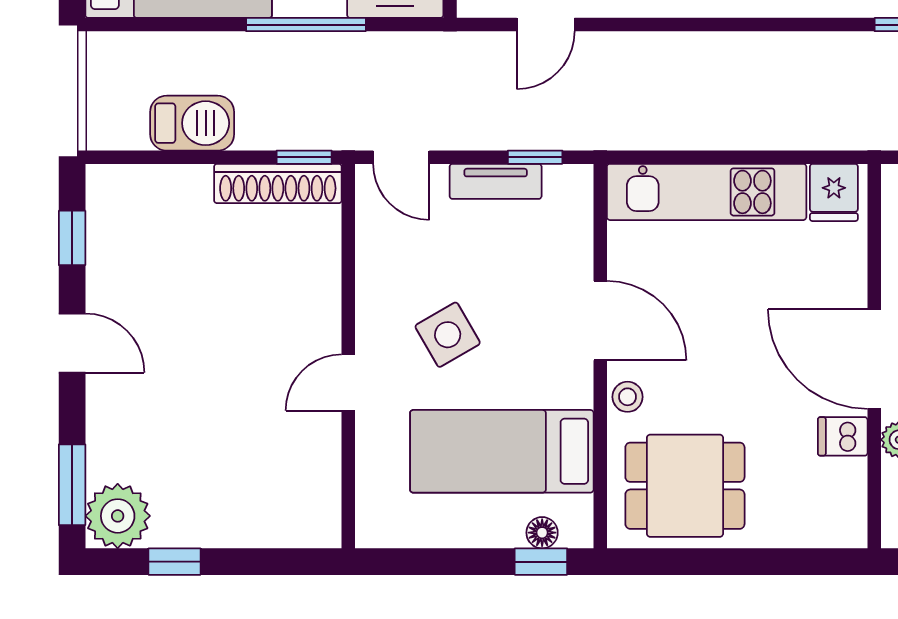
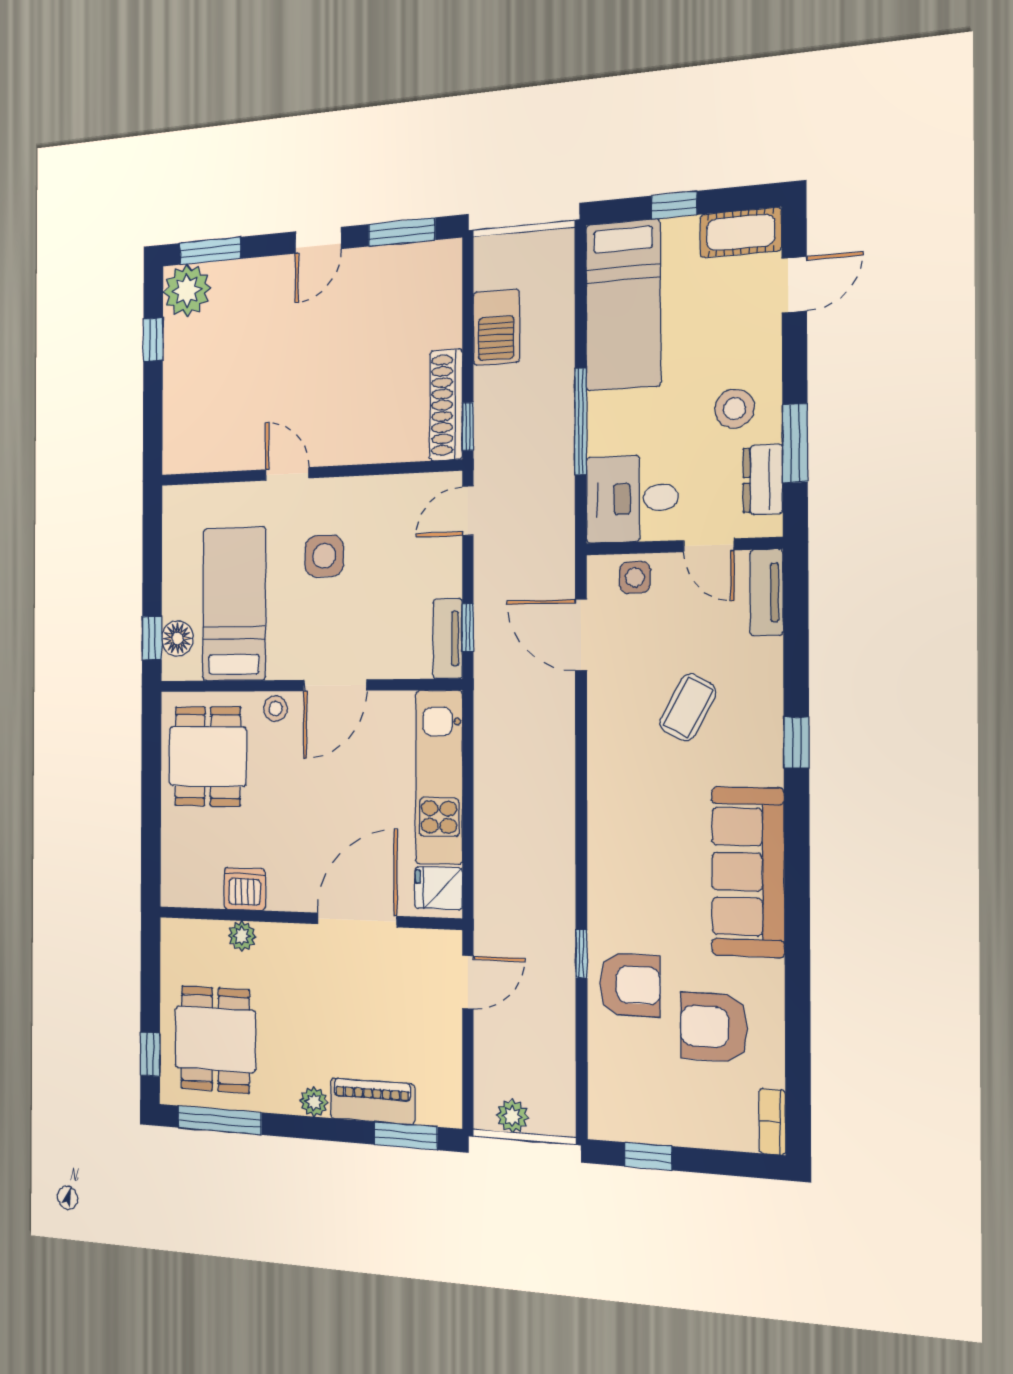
door: (546, 25) -> (581, 635), width x1.38
tv unit: (496, 181) -> (448, 639), moved
window: (72, 238) -> (402, 232), width x1.50
side table: (448, 335) -> (324, 556), turned 30
door: (874, 359) -> (357, 920), moved
dishwasher: (843, 436) -> (245, 889), width x1.38
floor lamp: (542, 533) -> (177, 638), width x1.37, depth x1.37

